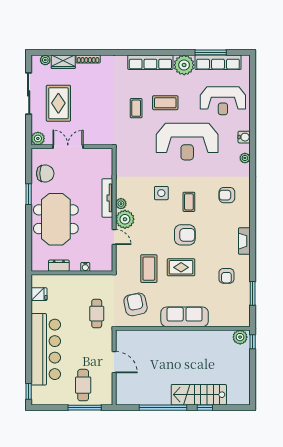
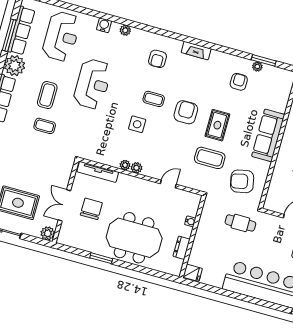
reception desk: (187, 142) -> (93, 84), width x0.74, depth x0.77
chair: (45, 173) -> (91, 209), moved
tv unit: (107, 198) -> (98, 172), moved
plant: (125, 219) -> (125, 165), moved, width x0.53, depth x0.53
fireplace: (244, 241) -> (196, 51), moved
armchair: (226, 276) -> (239, 82), turned -90
plant: (245, 289) -> (257, 67), added
fridge: (39, 294) -> (193, 273), moved, turned 90

